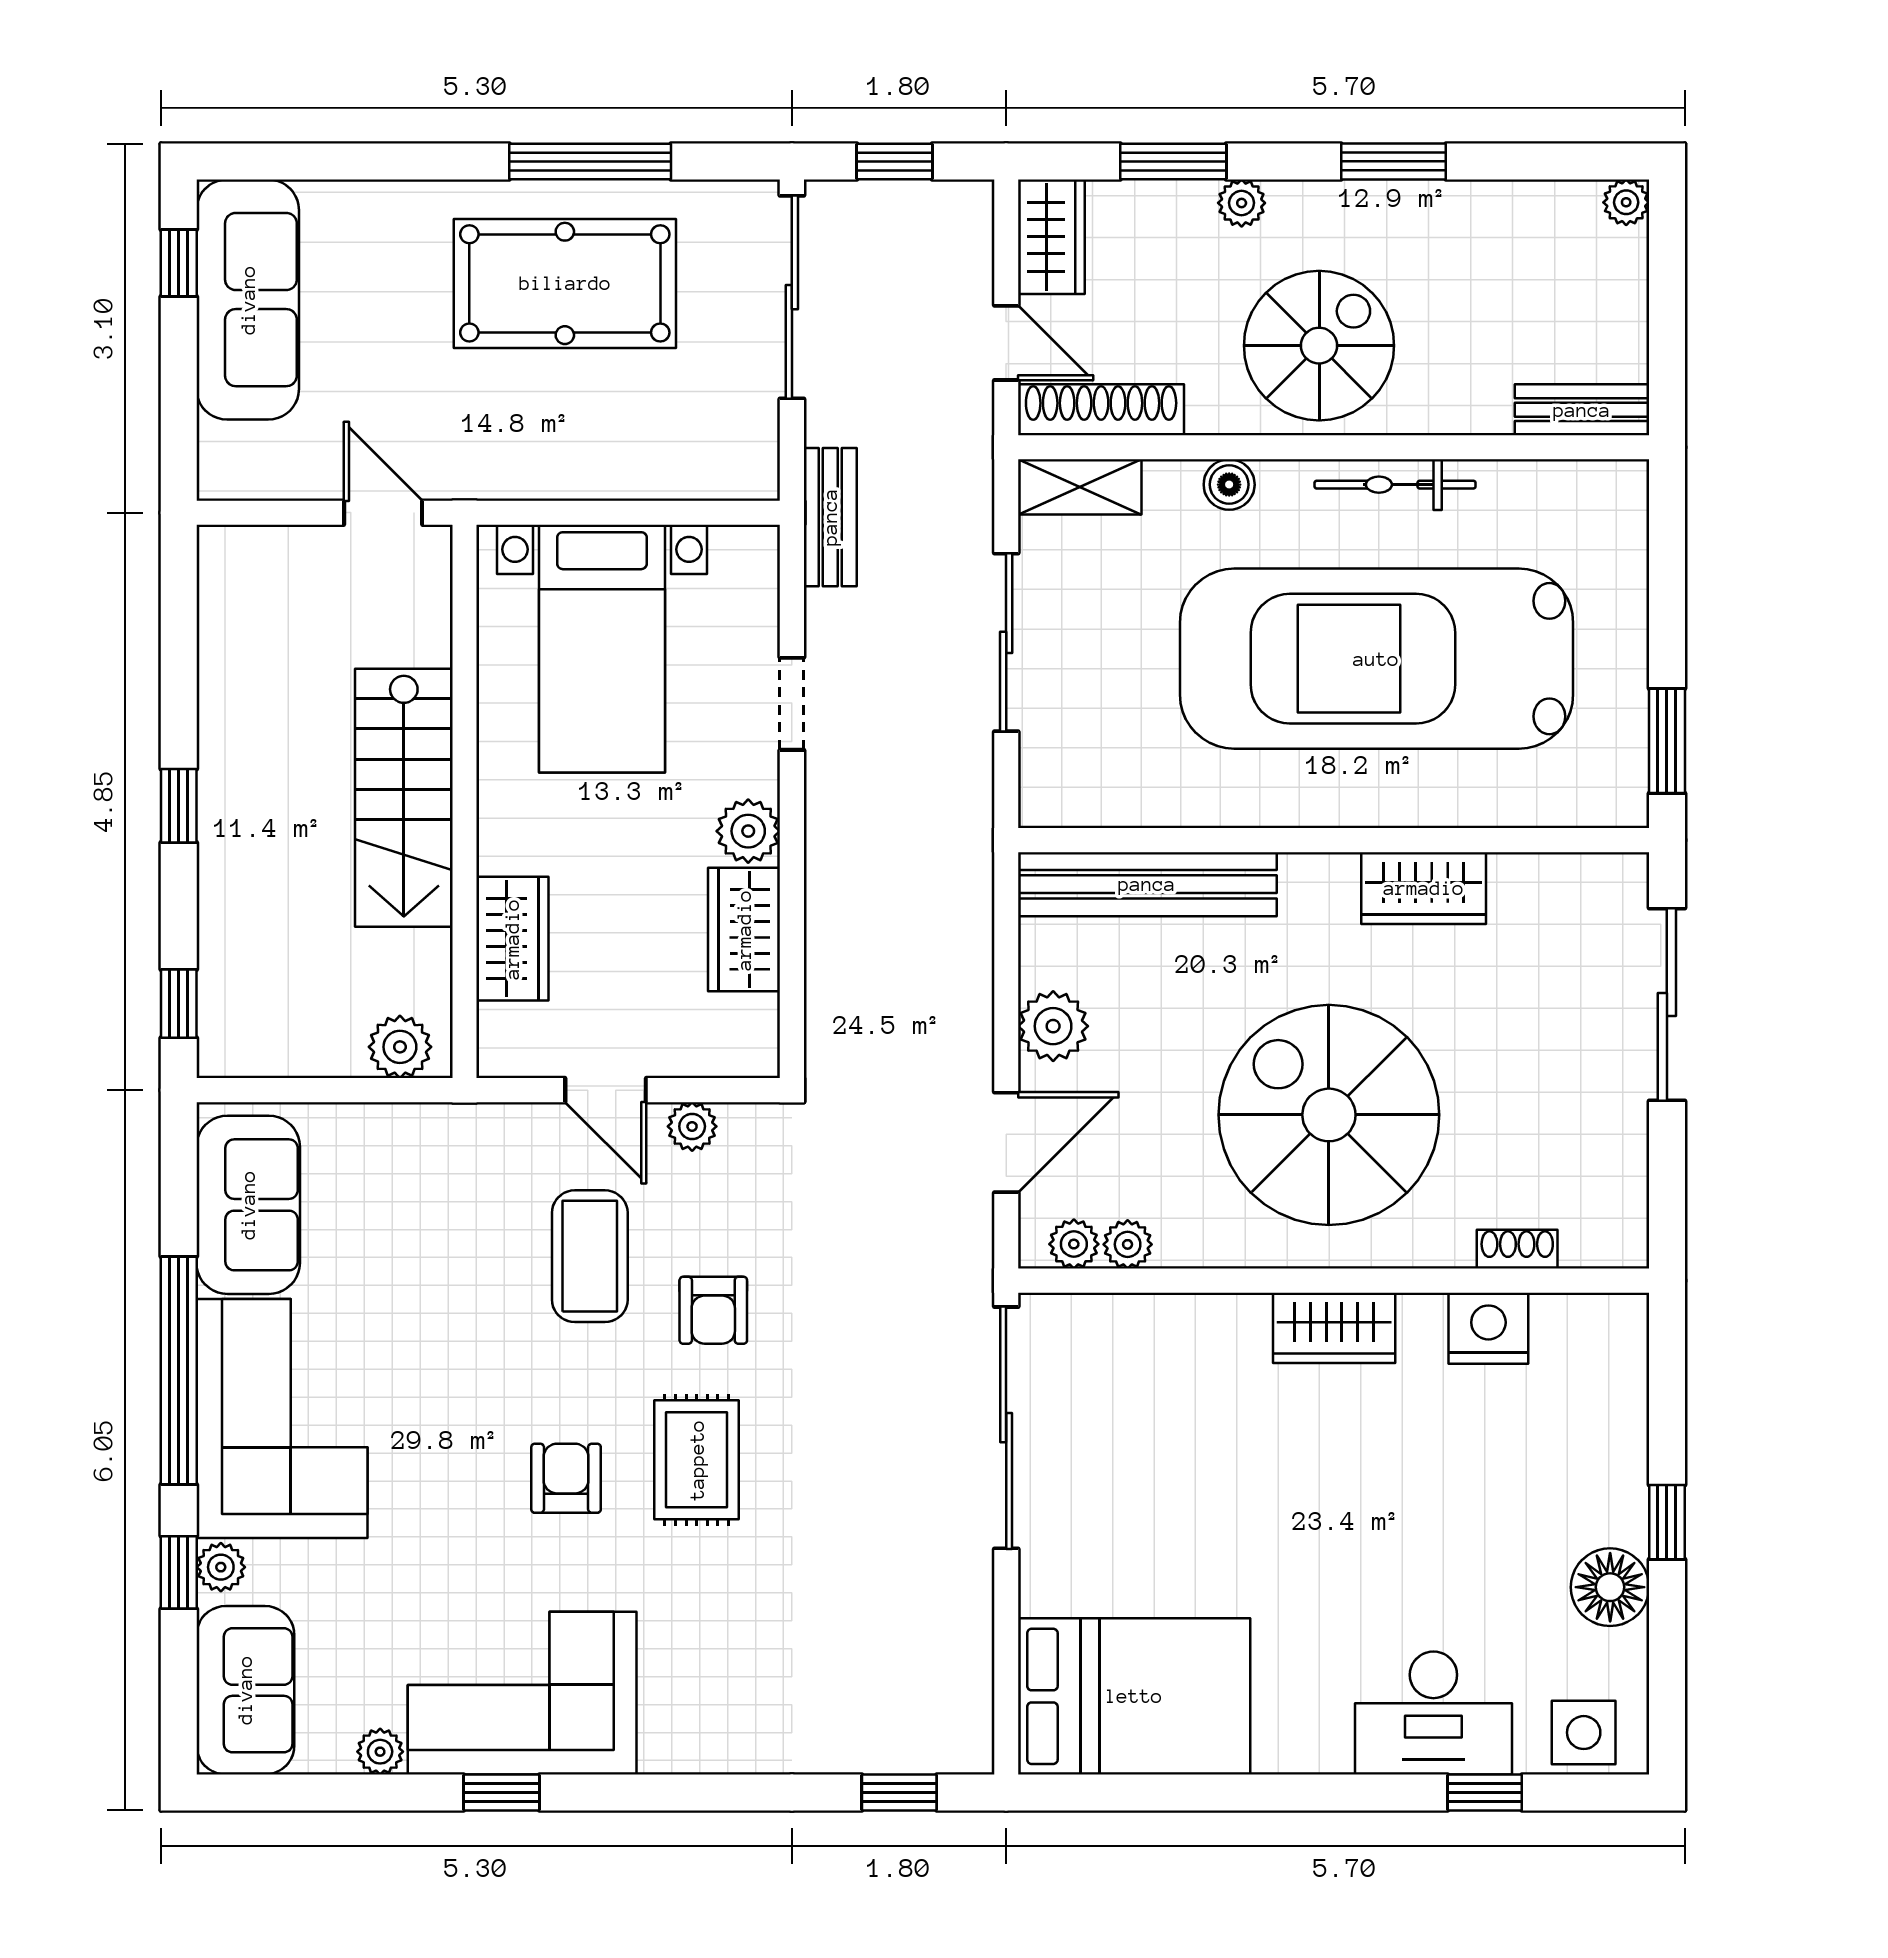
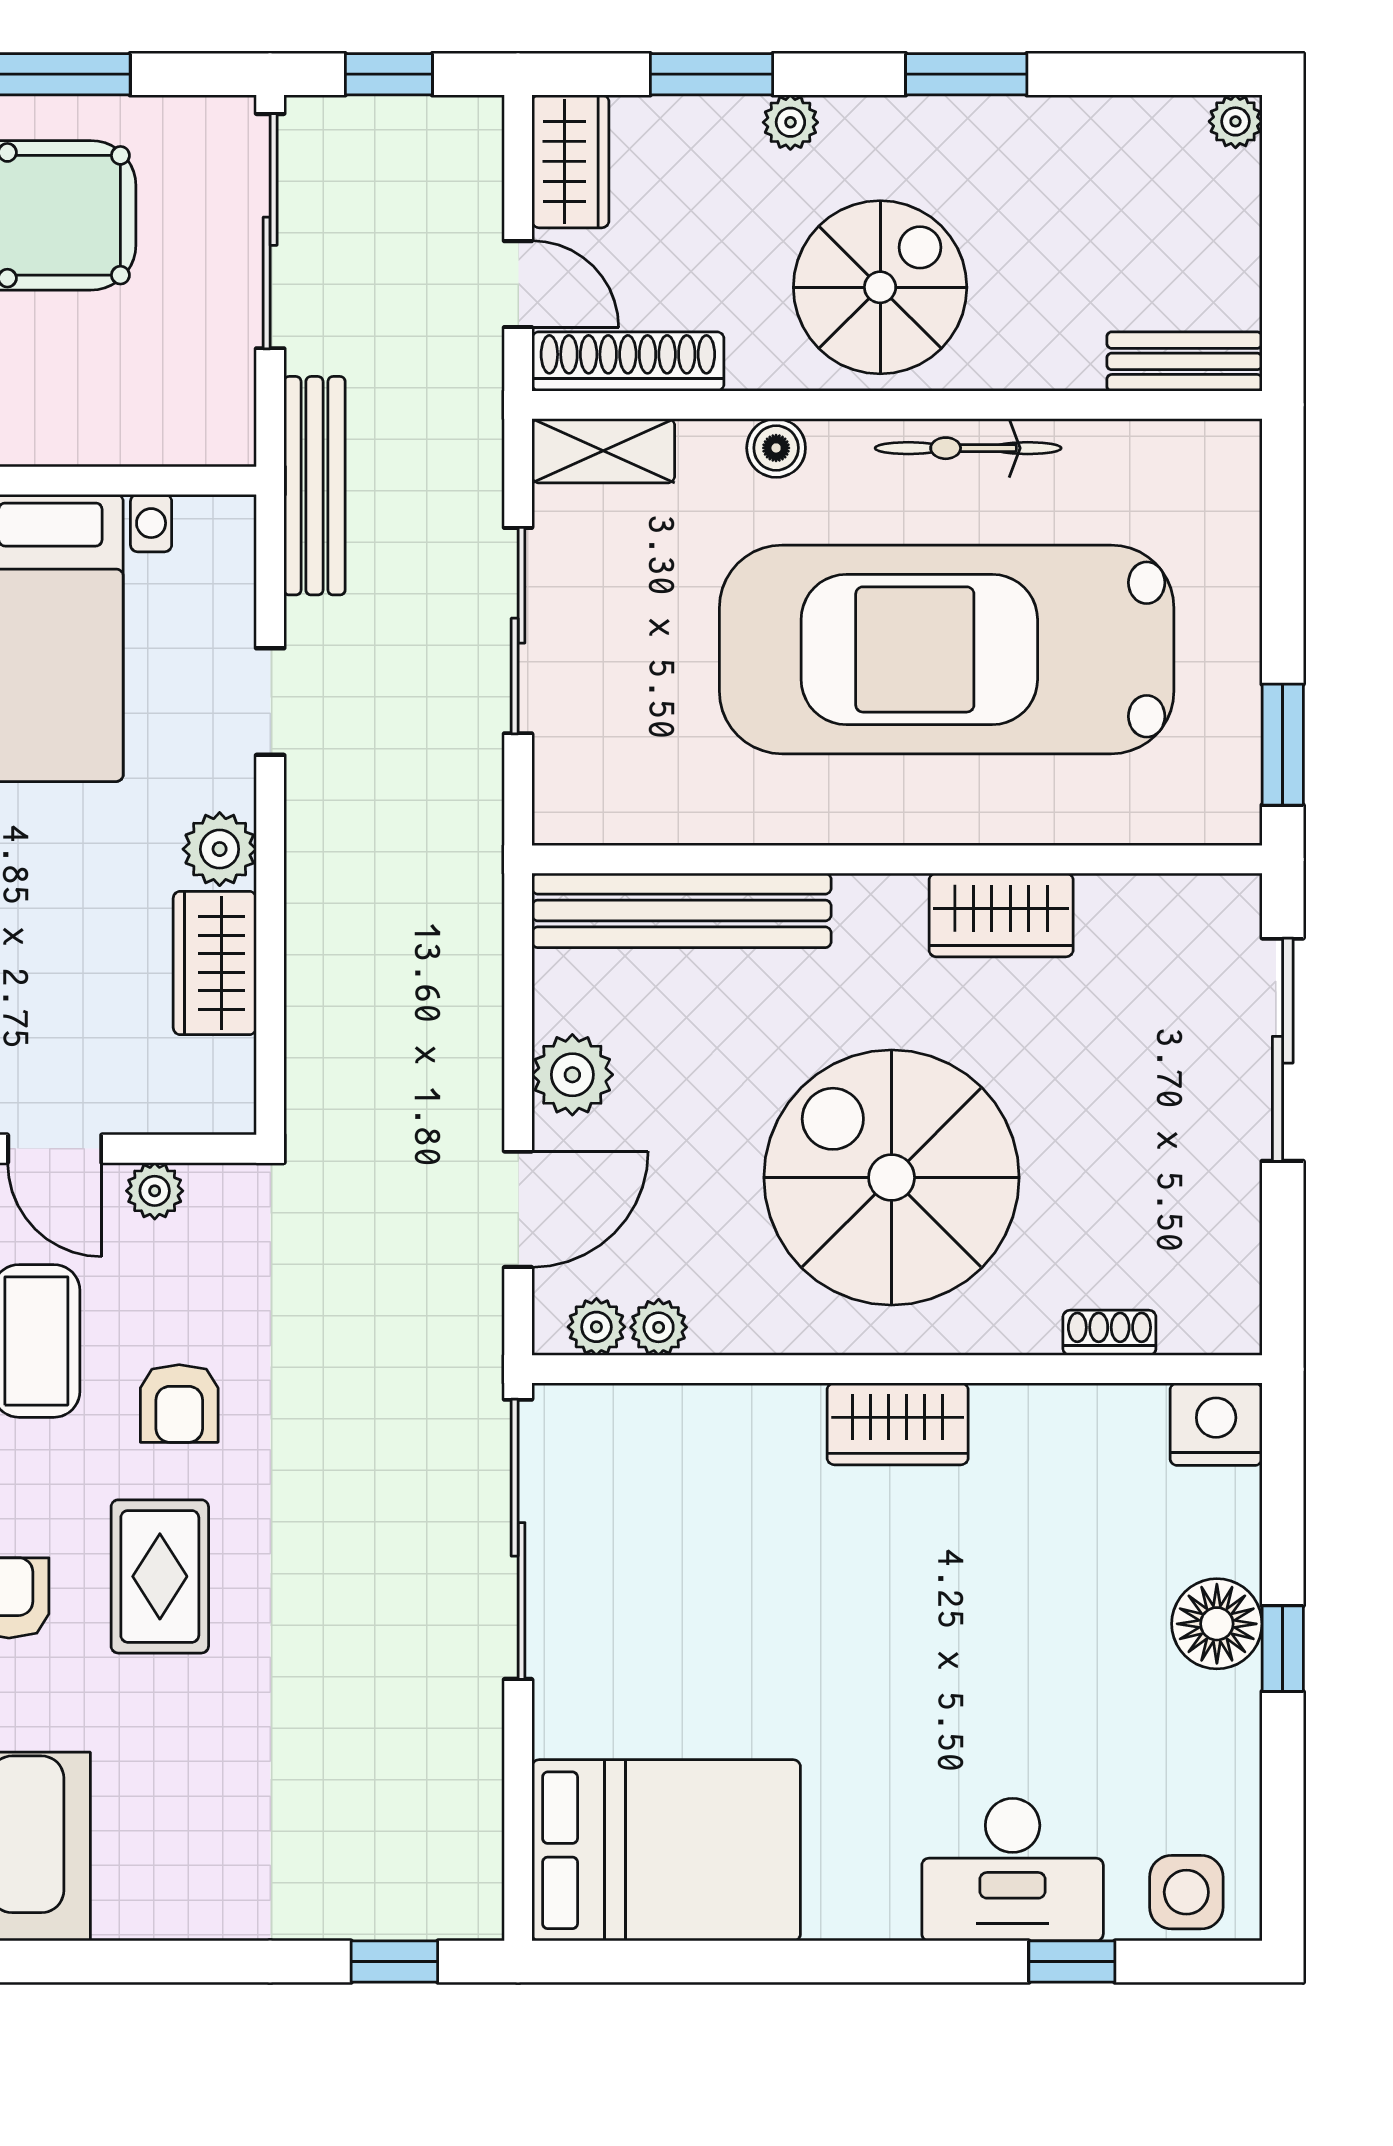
bench: (830, 517) -> (314, 486), width x1.36
nightstand: (1488, 1328) -> (1216, 1424), moved
floor lamp: (1610, 1587) -> (1217, 1624), moved

